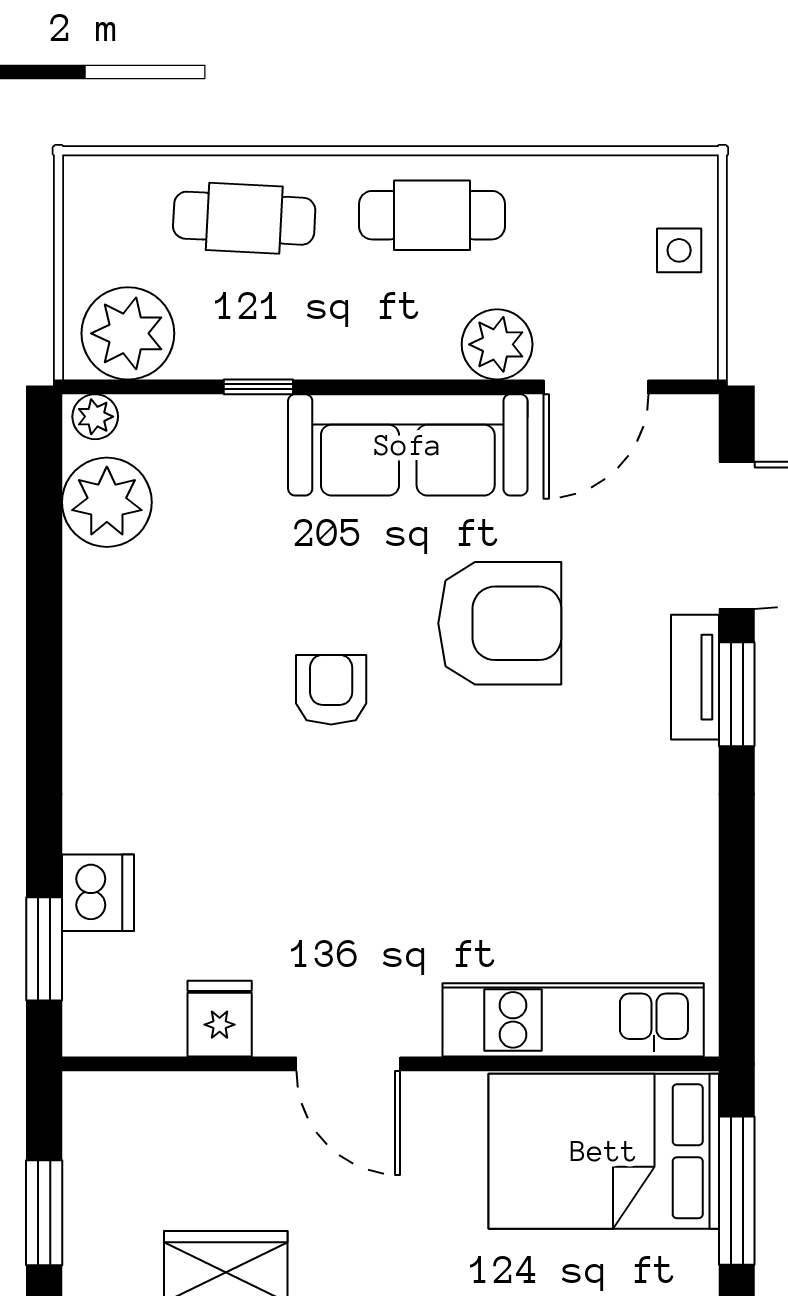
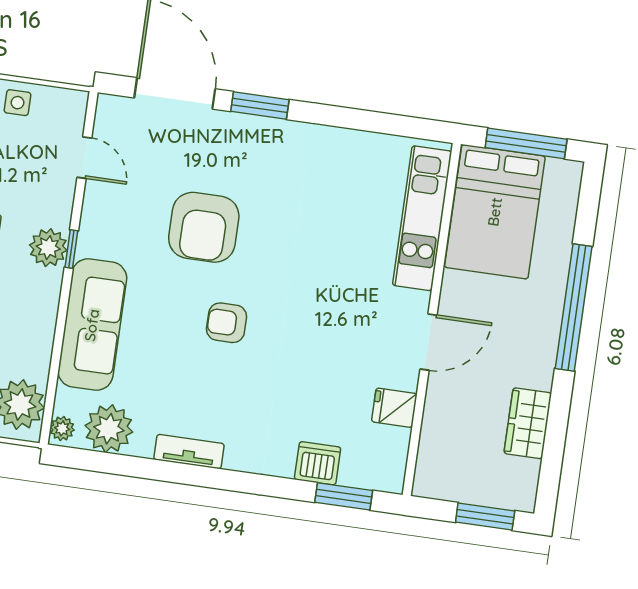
plant: (497, 344) -> (48, 248), moved
window: (258, 387) -> (71, 249), moved
door: (596, 387) -> (84, 158), width x0.73
sofa: (408, 445) -> (92, 325), moved
armchair: (500, 623) -> (204, 227), turned 180
tv unit: (695, 677) -> (189, 452), moved, turned 180

